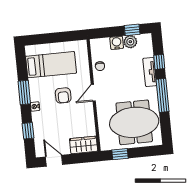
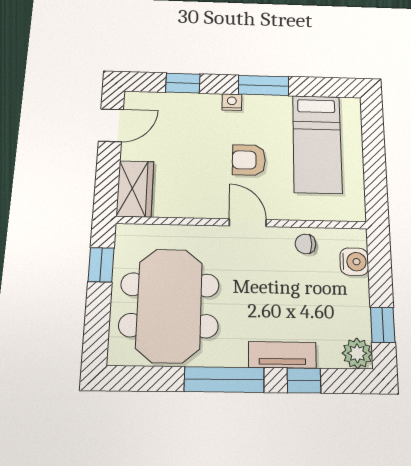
plant: (130, 42) -> (357, 353), moved
water cooler: (117, 43) -> (354, 262), moved

